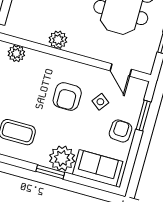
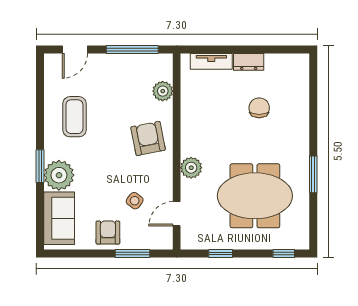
plant: (58, 40) -> (191, 168), moved
armchair: (67, 96) -> (148, 138), moved, turned 79
armchair: (121, 131) -> (108, 232), turned -93

